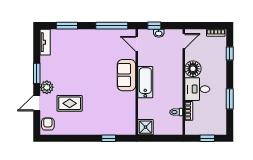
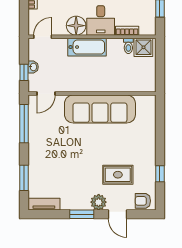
door: (184, 41) -> (43, 37), hinge flipped
sofa: (126, 75) -> (100, 109), width x1.85, depth x1.27
bathtub: (145, 82) -> (87, 47), moved, turned 180
rug: (70, 103) -> (118, 175), turned 90
shower: (146, 127) -> (143, 47), moved
window: (109, 138) -> (160, 174), moved

